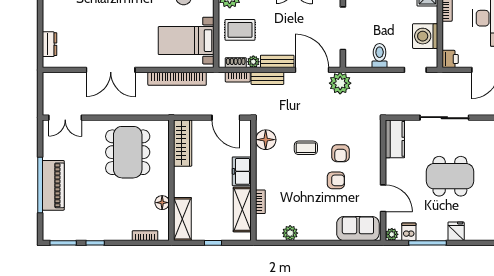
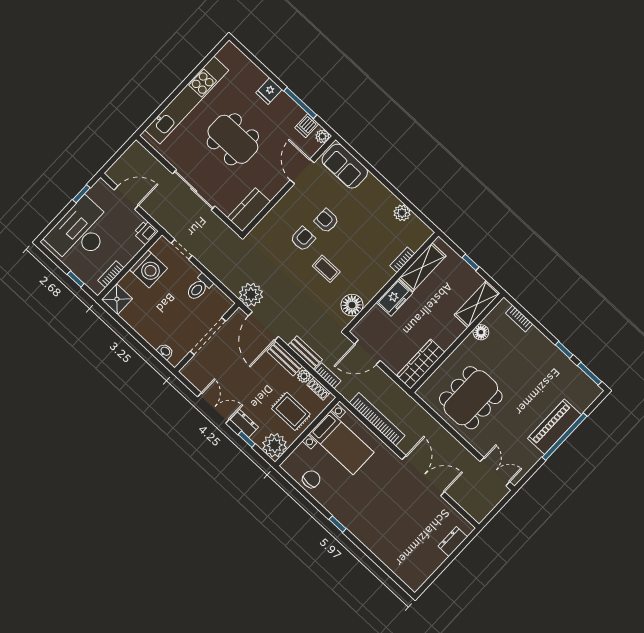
door: (226, 118) -> (367, 352), swing flipped

